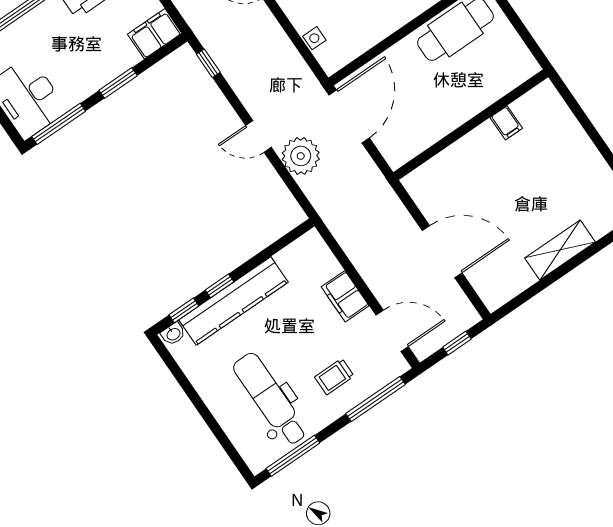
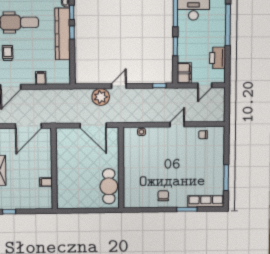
door: (349, 116) -> (93, 125), moved
filing cabinet: (506, 123) -> (46, 182), moved
wall: (471, 125) -> (54, 169), moved
filing cabinet: (345, 296) -> (41, 78), width x0.50

